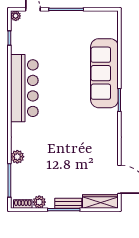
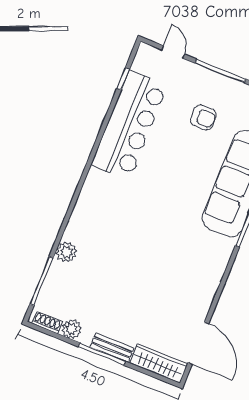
plant: (16, 16) -> (145, 51), removed
armchair: (67, 42) -> (203, 117), added
bar counter: (24, 88) -> (129, 125), moved

